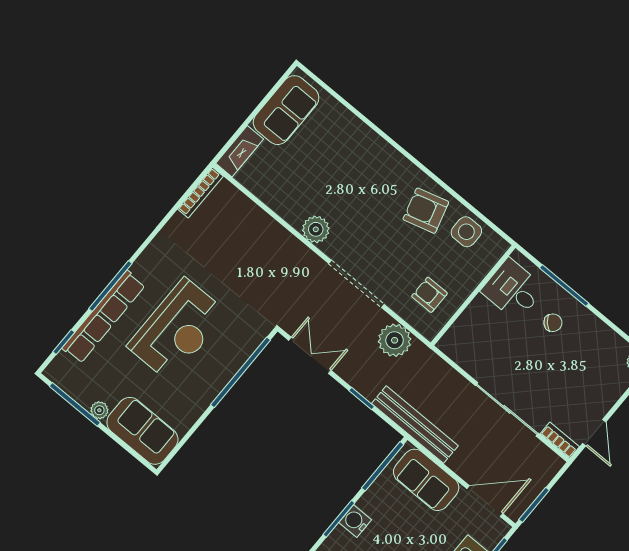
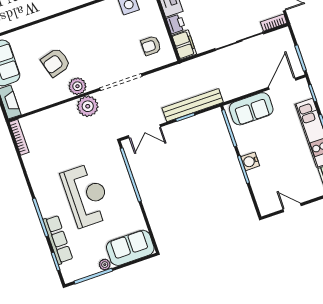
armchair: (426, 211) -> (56, 62), moved
printer: (479, 310) -> (176, 24), added
row of seats: (104, 317) -> (58, 240), width x0.73
filing cabinet: (458, 338) -> (184, 45), added
plant: (395, 340) -> (88, 106), moved
double door: (310, 355) -> (144, 131), swing flipped
bench: (415, 425) -> (193, 105), moved

